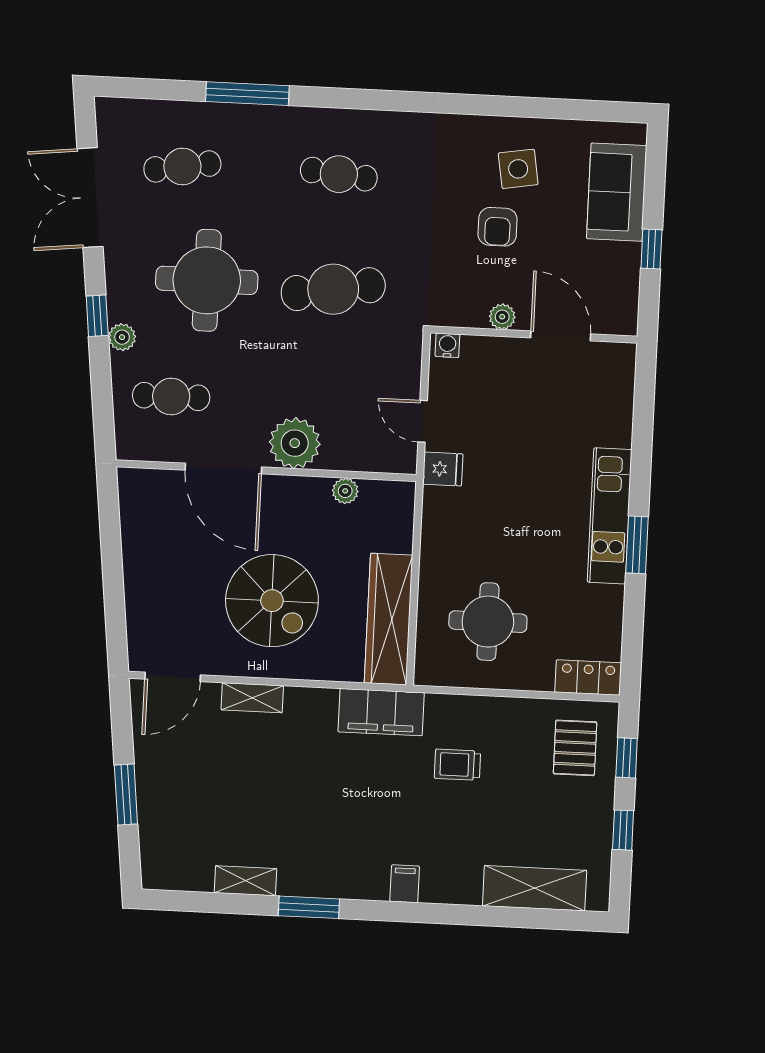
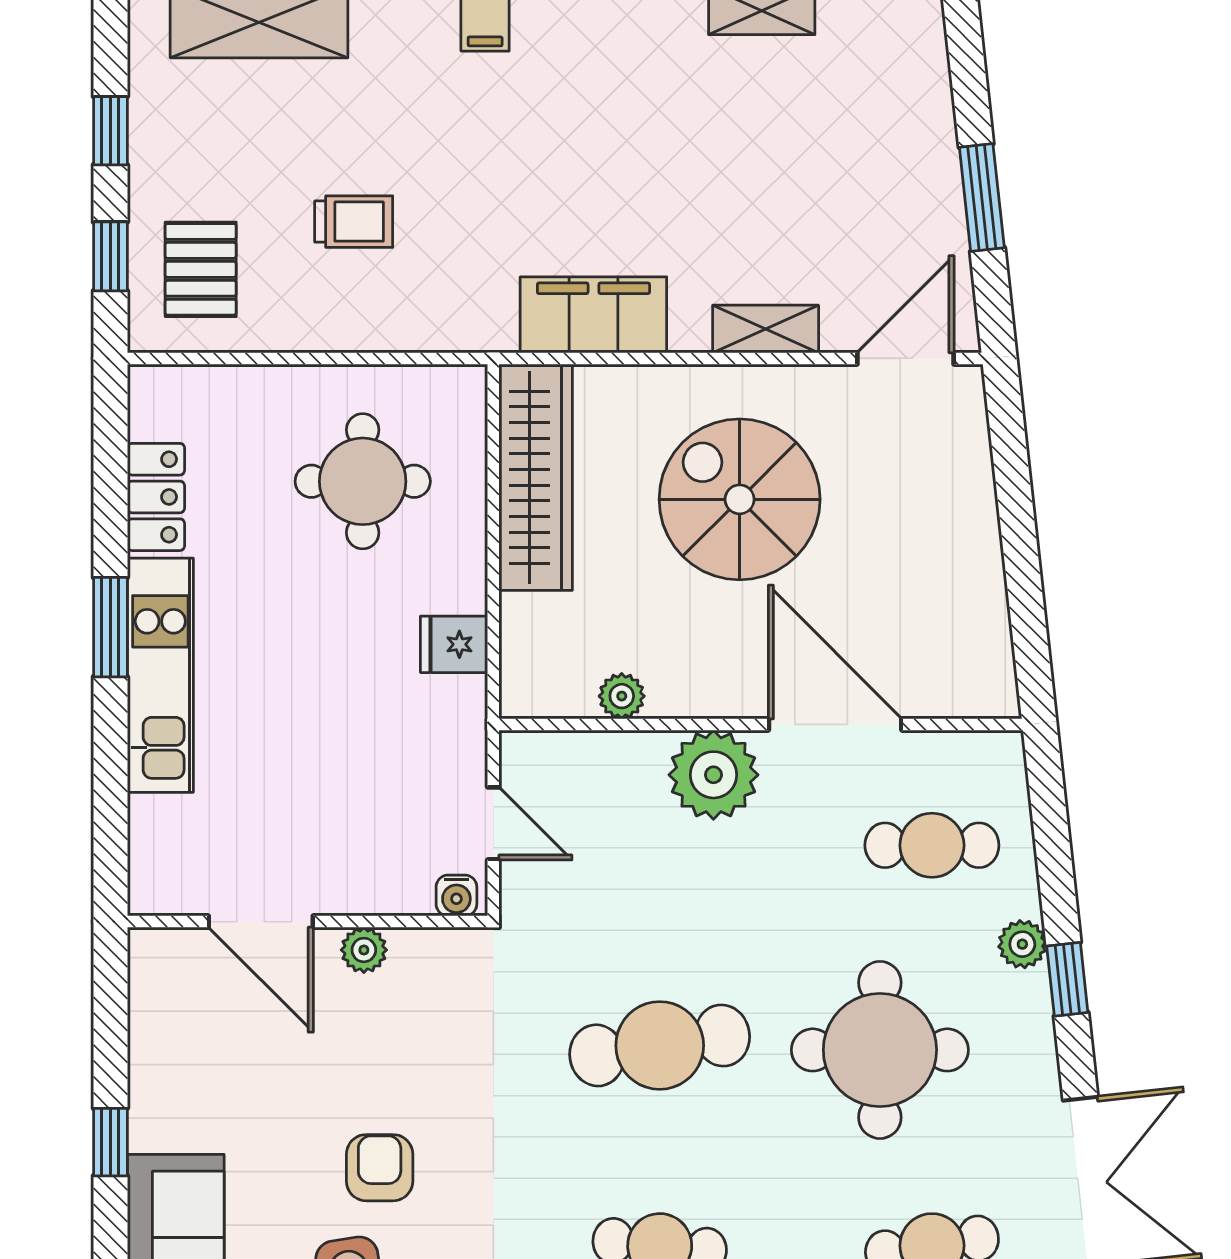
plant: (502, 317) -> (364, 950), moved
wall: (534, 335) -> (307, 922), moved
door: (561, 336) -> (261, 922), moved
water cooler: (447, 345) -> (456, 895), moved
fridge: (443, 469) -> (454, 644), moved
locker: (588, 677) -> (156, 497), moved, turned -90
filing cabinet: (381, 712) -> (593, 315), moved
trolley: (458, 765) -> (354, 222), moved
window: (126, 795) -> (982, 197), moved

